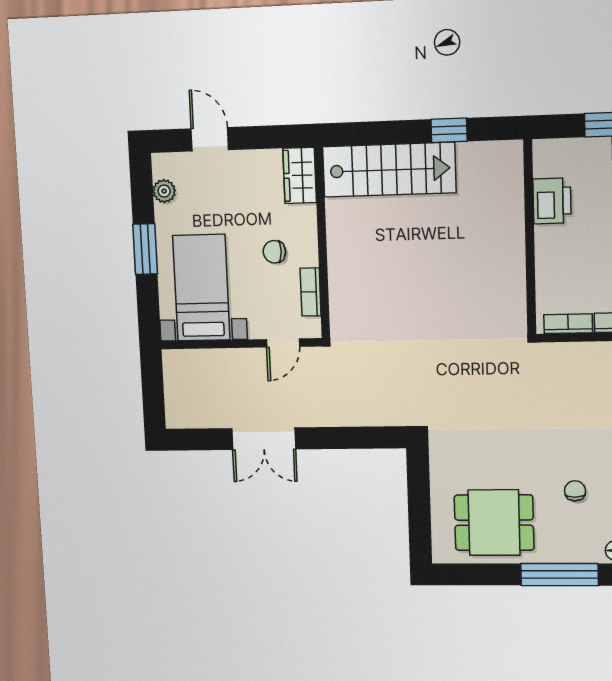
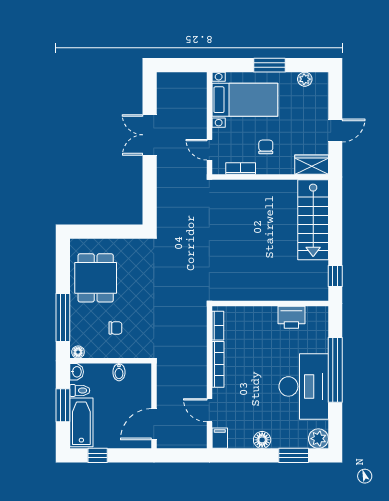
window: (449, 130) -> (335, 276), moved
door: (210, 139) -> (335, 130), moved

